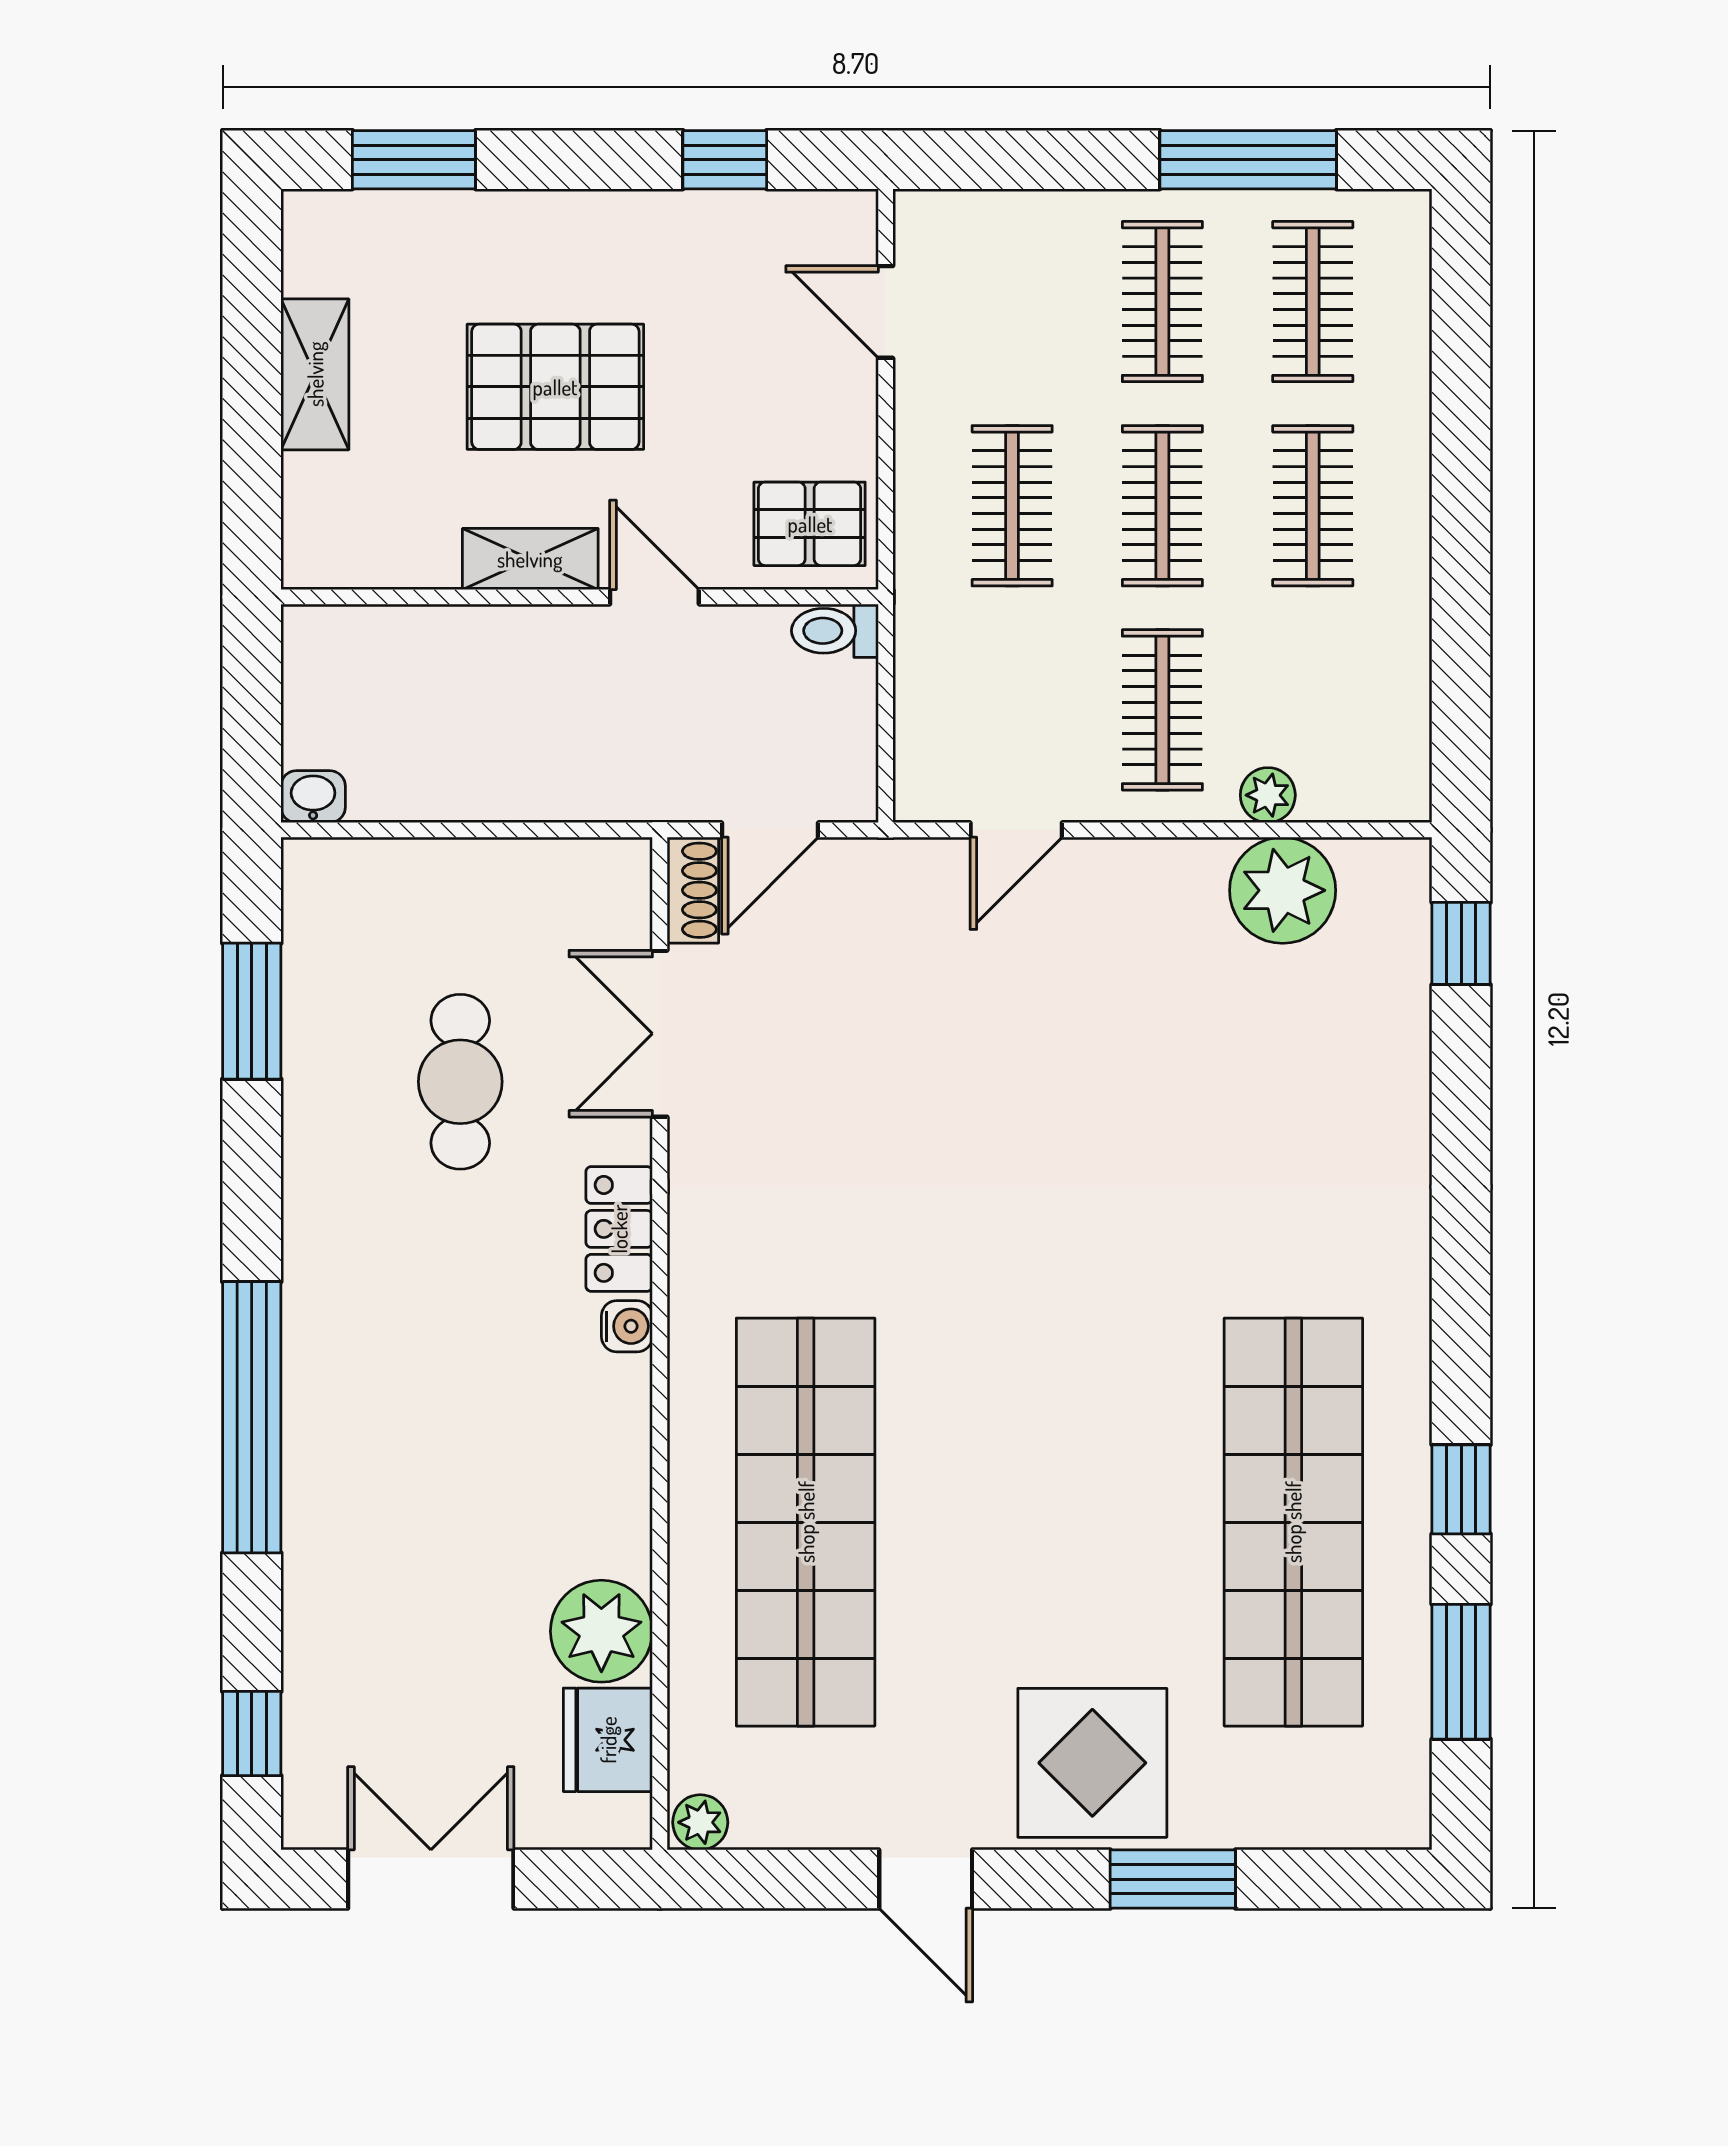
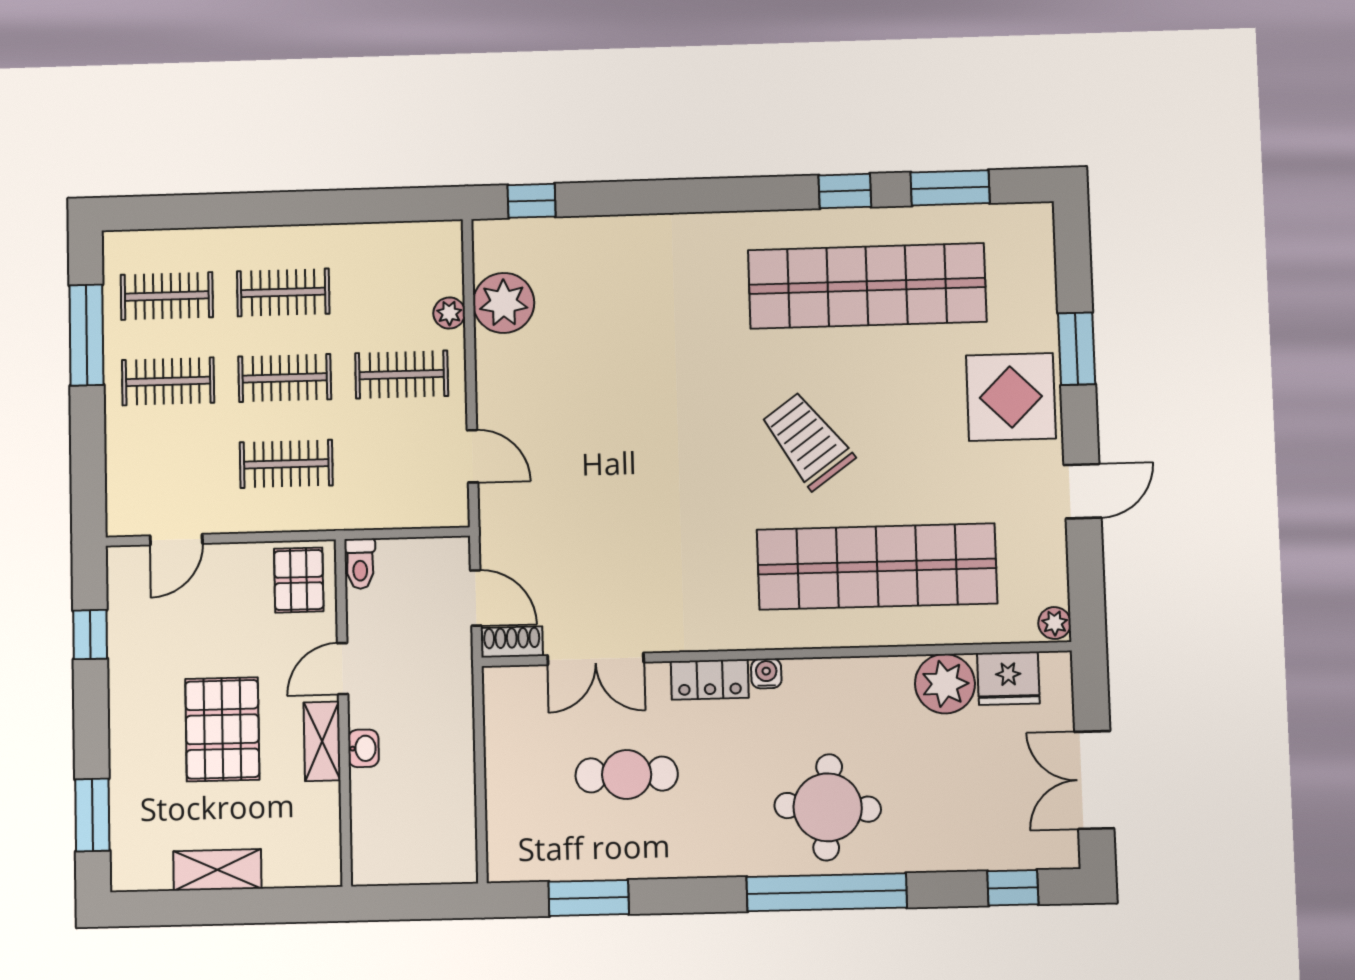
washbasin: (313, 797) -> (363, 748), moved, turned 180
trolley: (1027, 1410) -> (807, 441), added
round table: (396, 1424) -> (828, 807), added

